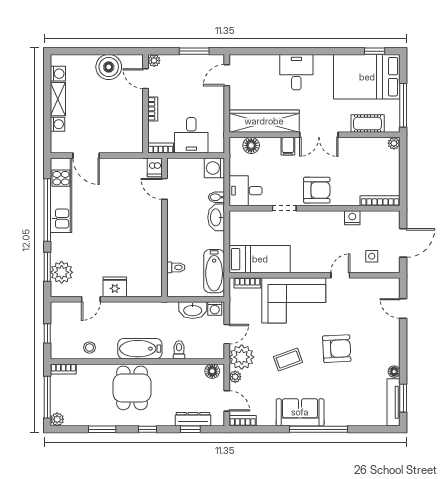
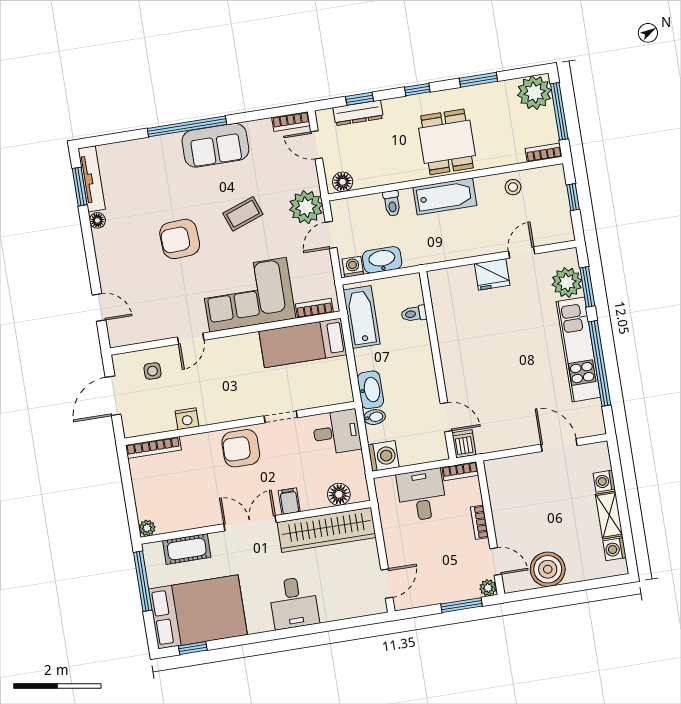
window: (194, 51) -> (461, 605), moved
kitchen unit: (61, 195) -> (578, 349), moved
plant: (235, 377) -> (310, 179), removed
plant: (57, 419) -> (534, 93), width x1.87, depth x1.87

